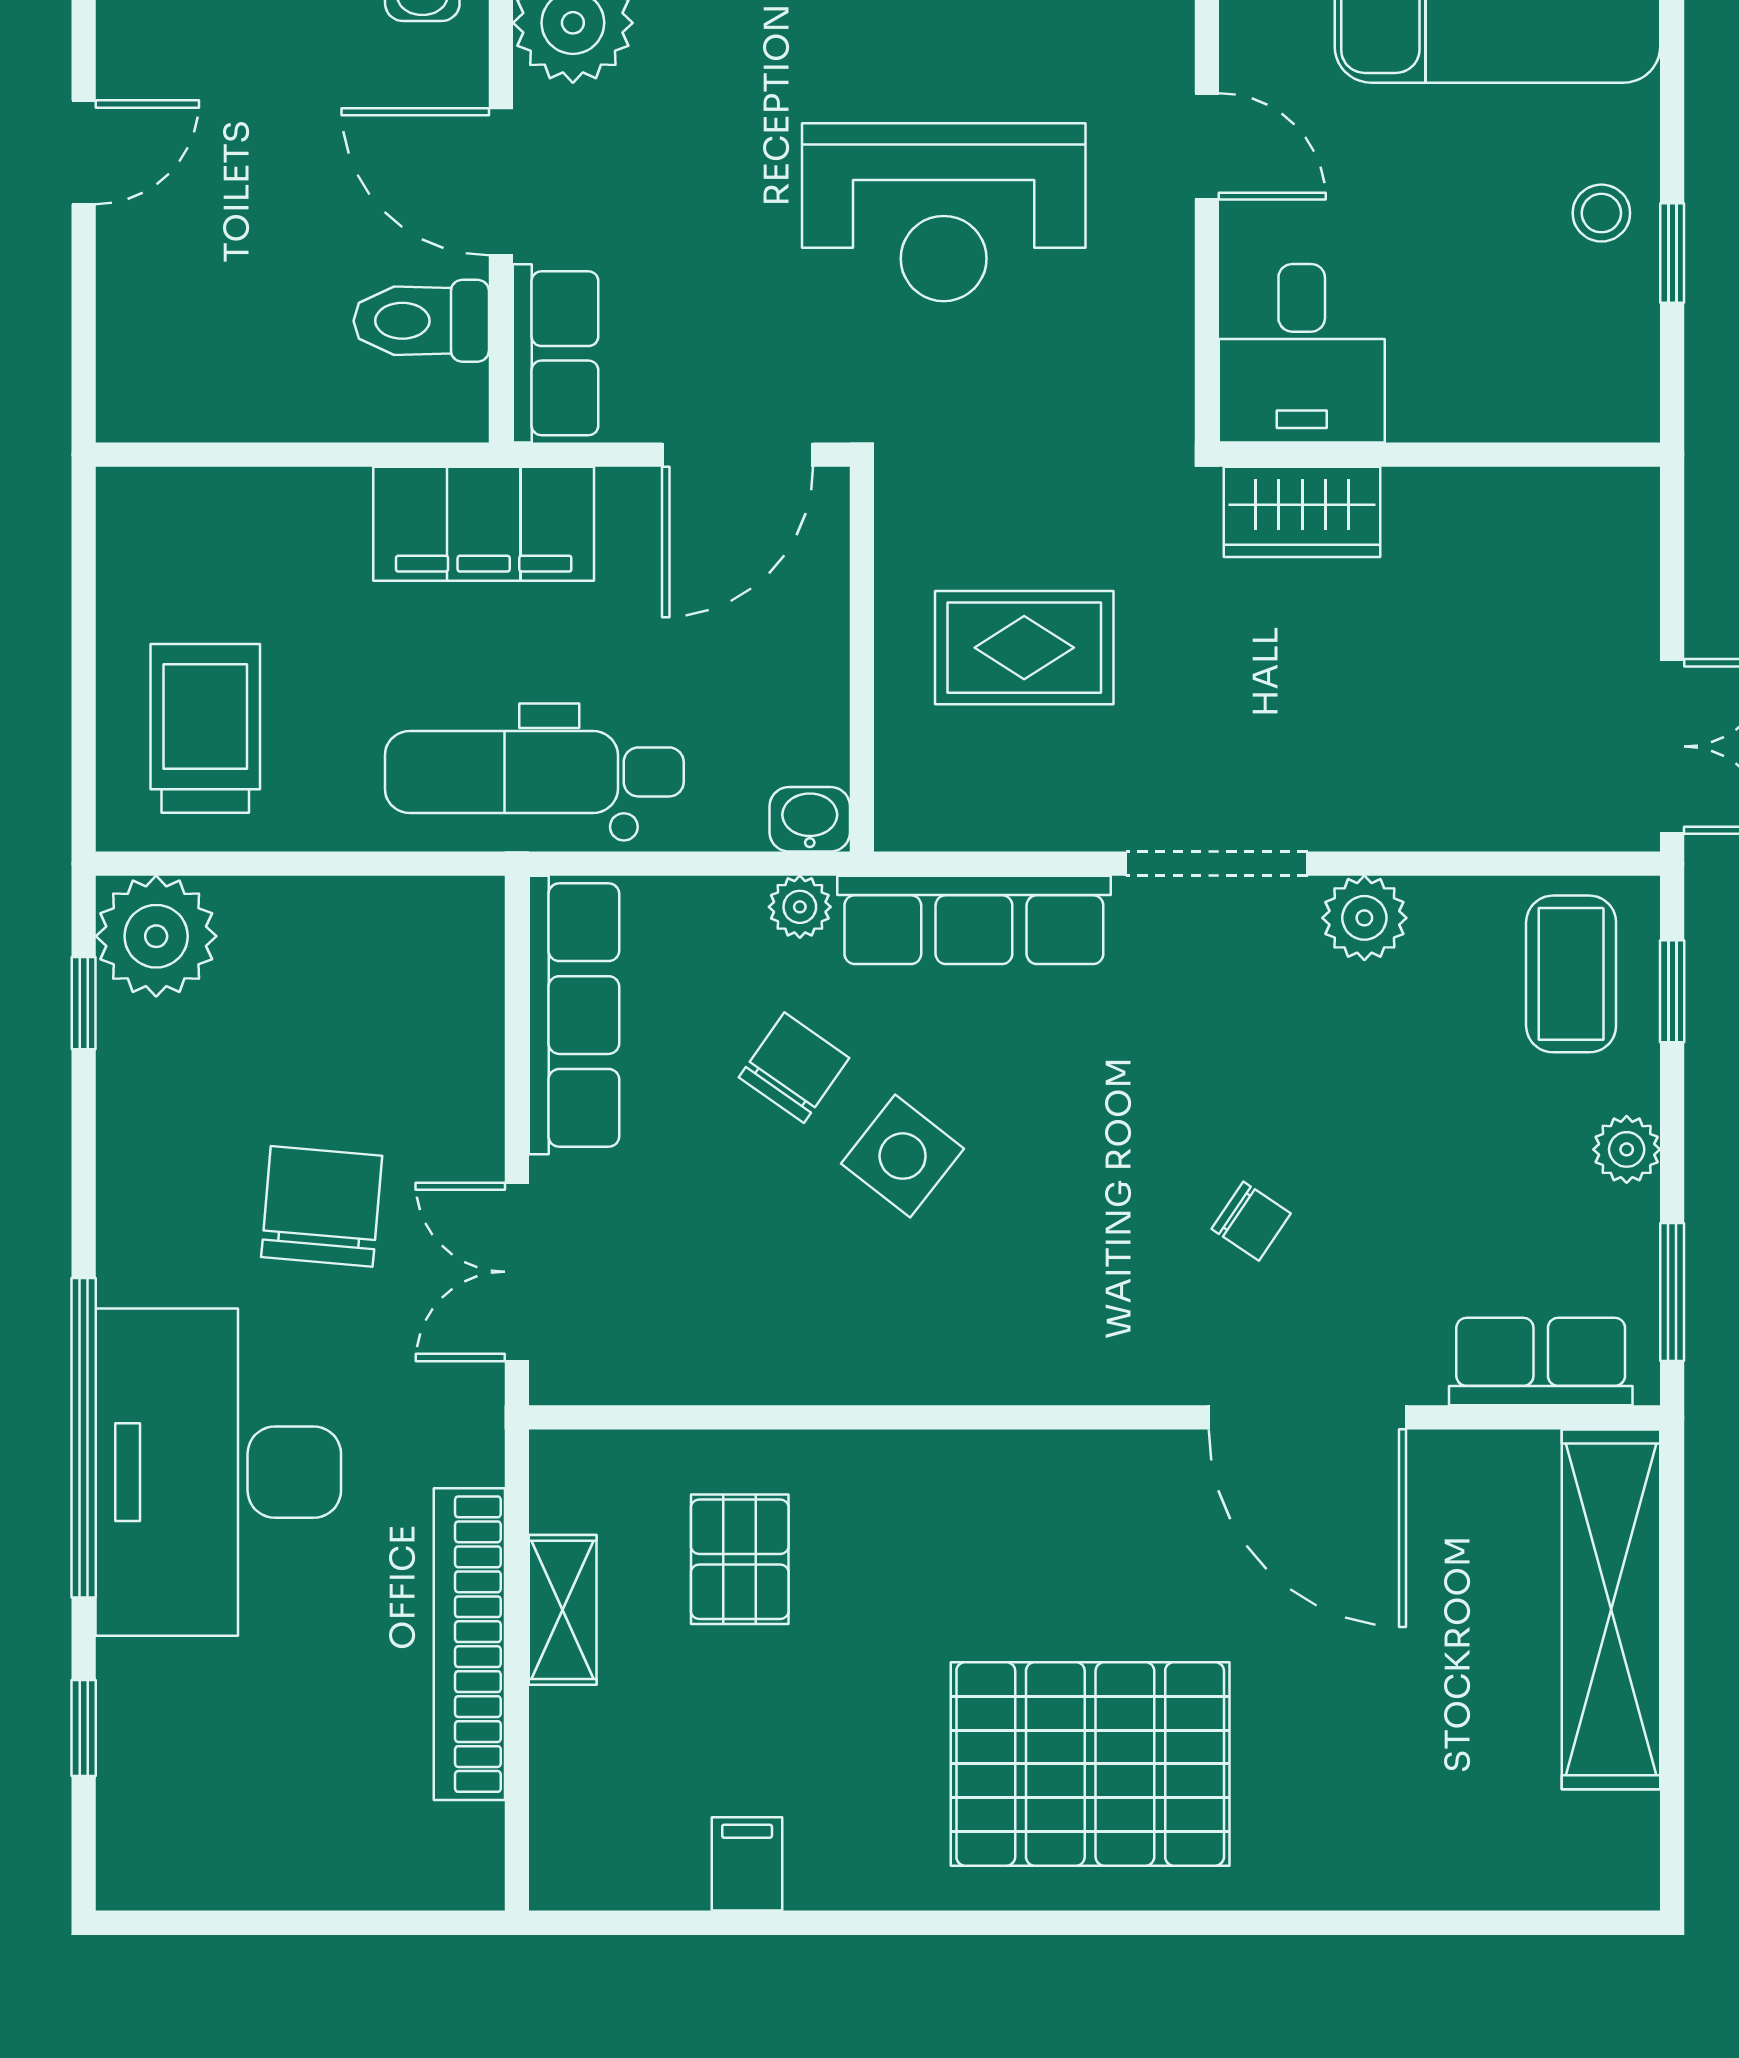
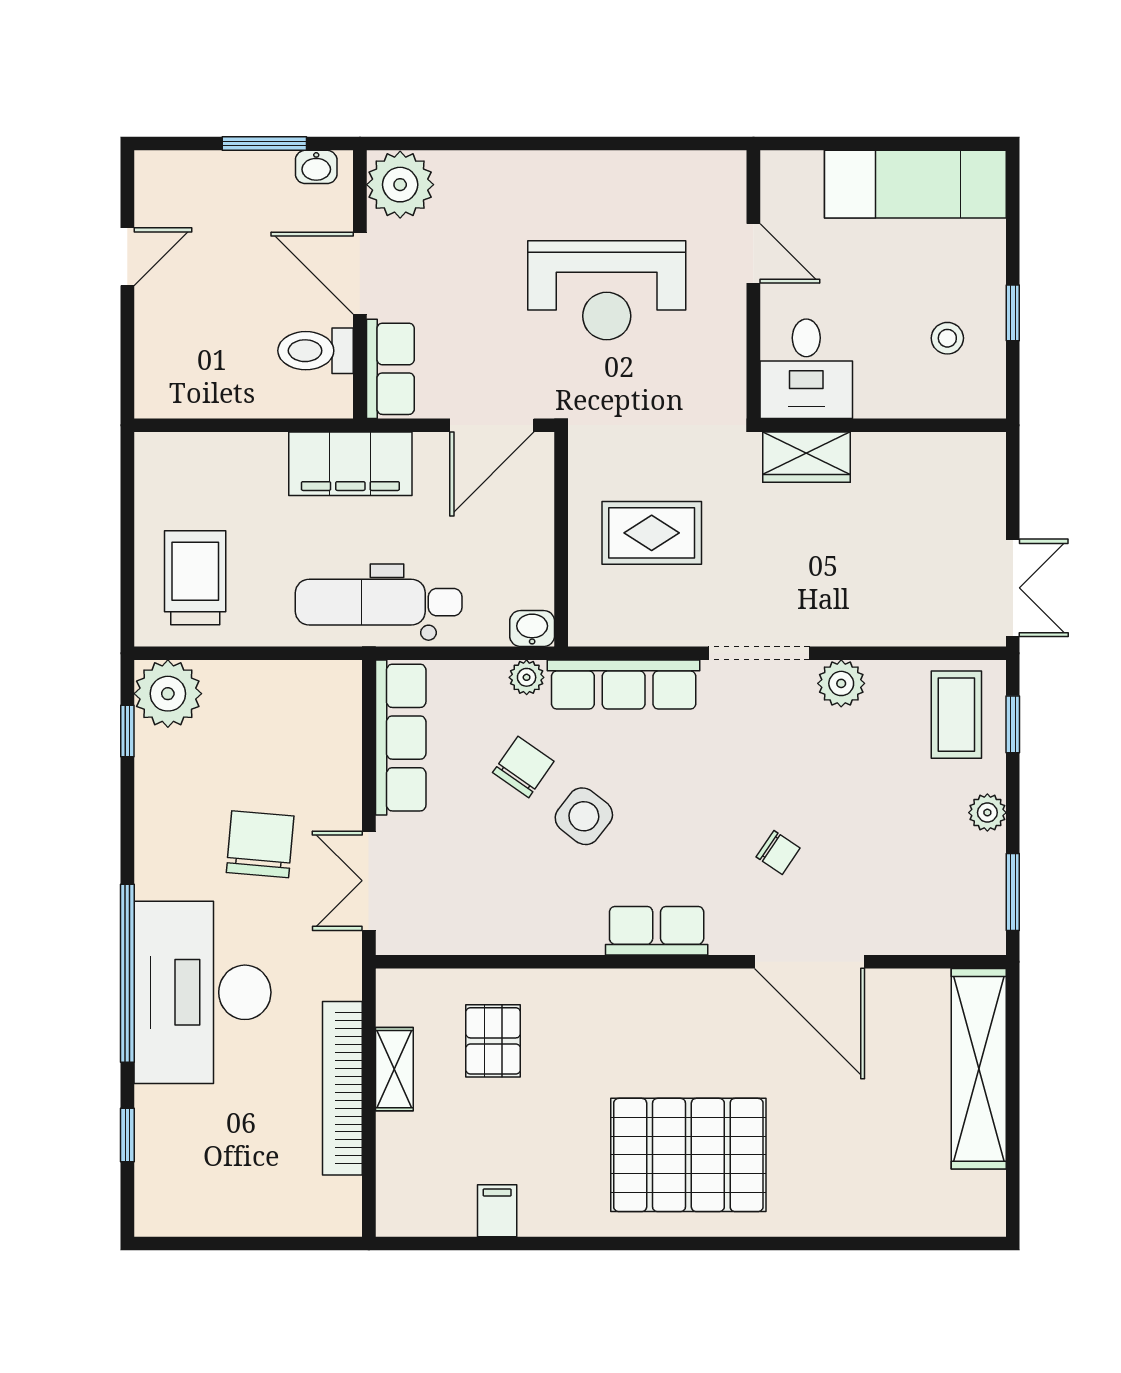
stool: (1601, 213) -> (947, 338), moved
row of seats: (1541, 1361) -> (657, 931), moved

